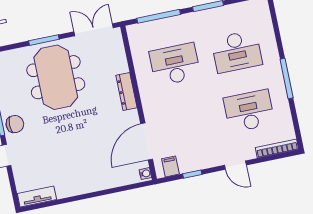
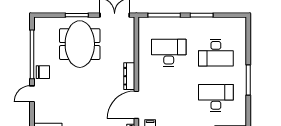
dresser: (126, 91) -> (129, 76), moved

